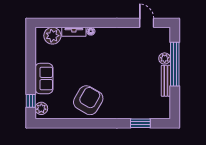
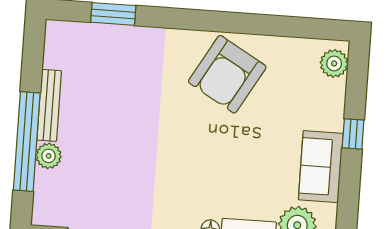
sofa: (44, 78) -> (321, 167), moved
window: (31, 101) -> (353, 134), moved

